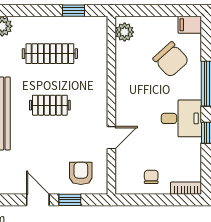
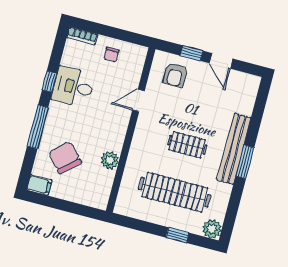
window: (74, 11) -> (177, 235), moved
plant: (125, 32) -> (110, 160), moved
clothes rail: (50, 54) -> (175, 192), width x1.37, depth x1.31
desk: (181, 118) -> (73, 87), moved

